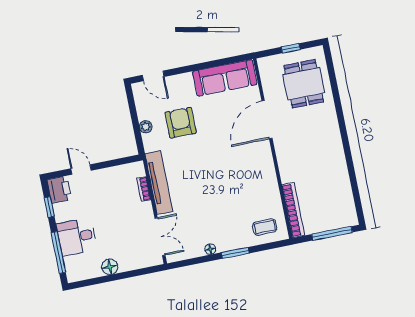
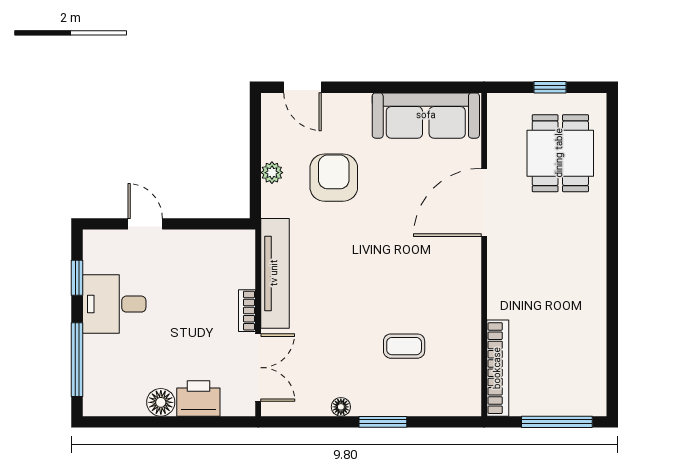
bookcase: (144, 189) -> (247, 311), moved
printer: (59, 190) -> (198, 398), moved, turned -90
coffee table: (265, 227) -> (404, 346), moved
desk: (77, 237) -> (114, 304), moved

